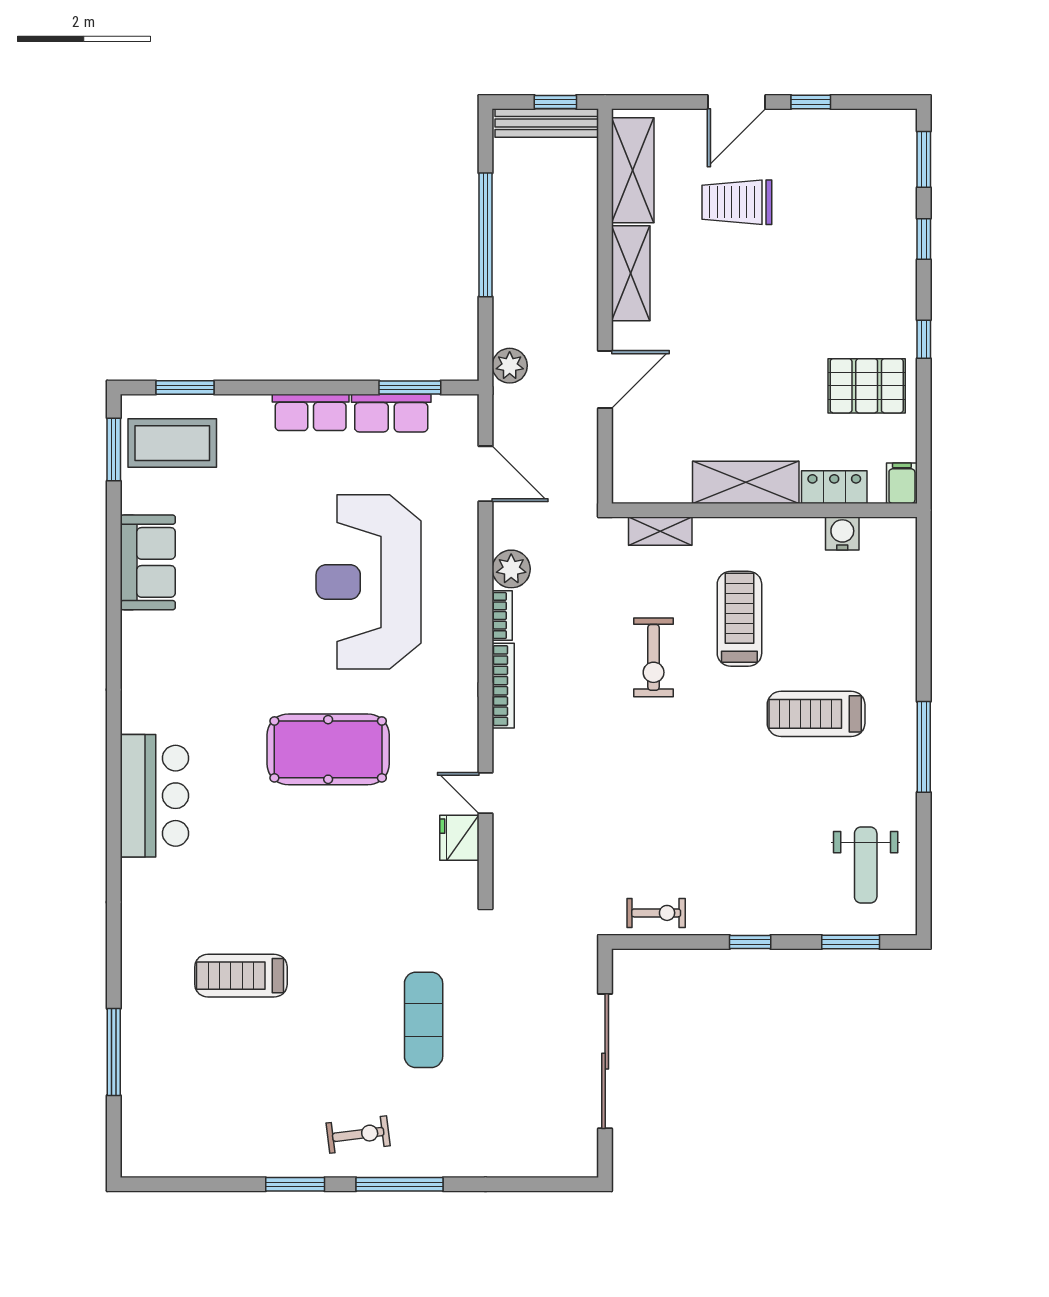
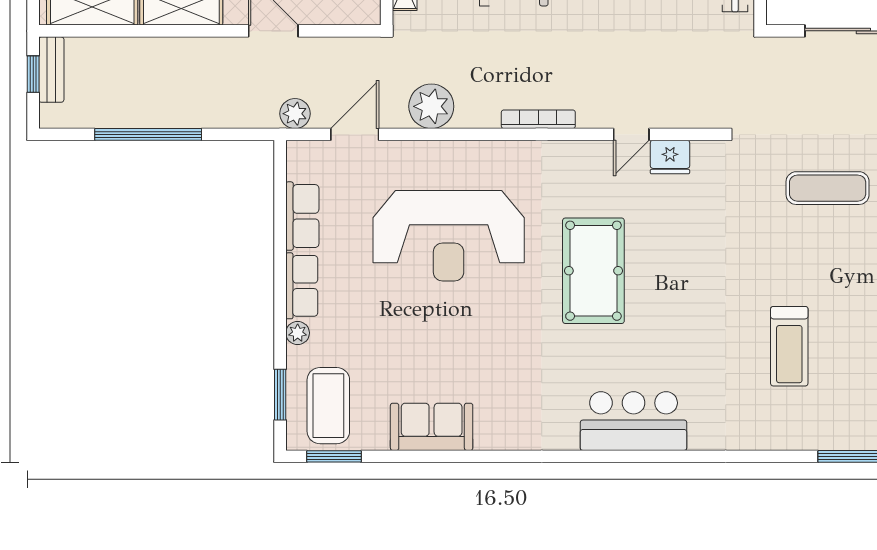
bench: (547, 123) -> (51, 70), width x0.73
plant: (510, 366) -> (295, 114), moved
window: (410, 387) -> (280, 200), removed
plant: (256, 408) -> (298, 333), added
plant: (511, 569) -> (431, 106), width x1.36, depth x1.36
bookcase: (502, 616) -> (478, 120), removed

